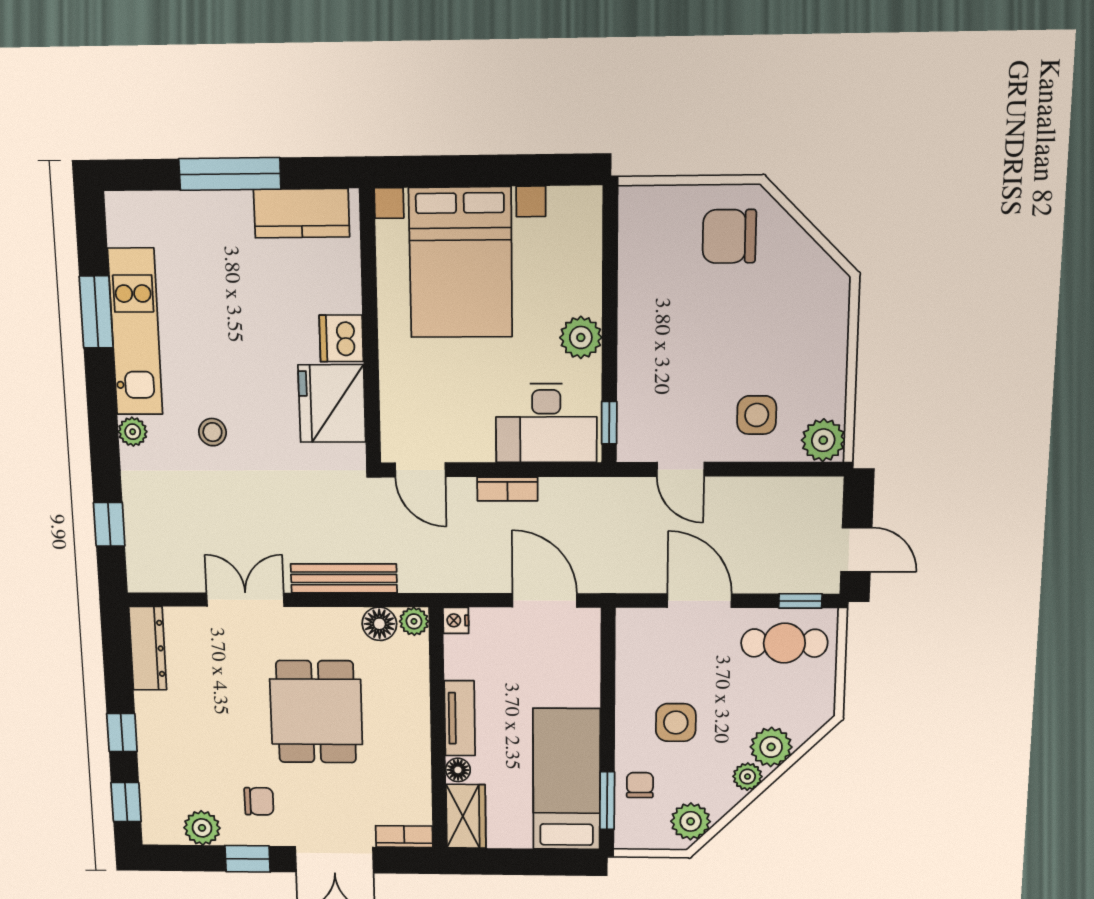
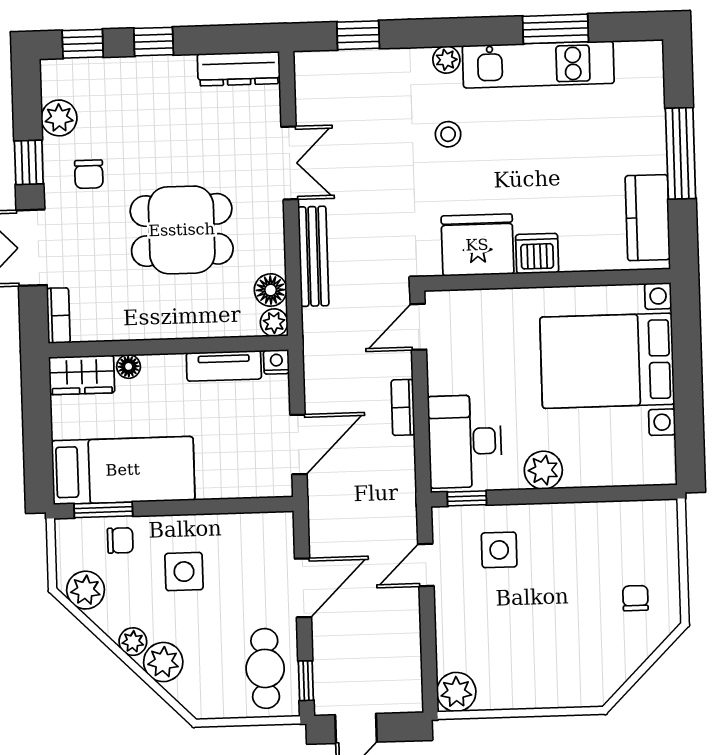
chair: (729, 236) -> (635, 598), width x0.54, depth x0.54
side table: (757, 415) -> (499, 550), moved
tv unit: (460, 718) -> (224, 366), moved

